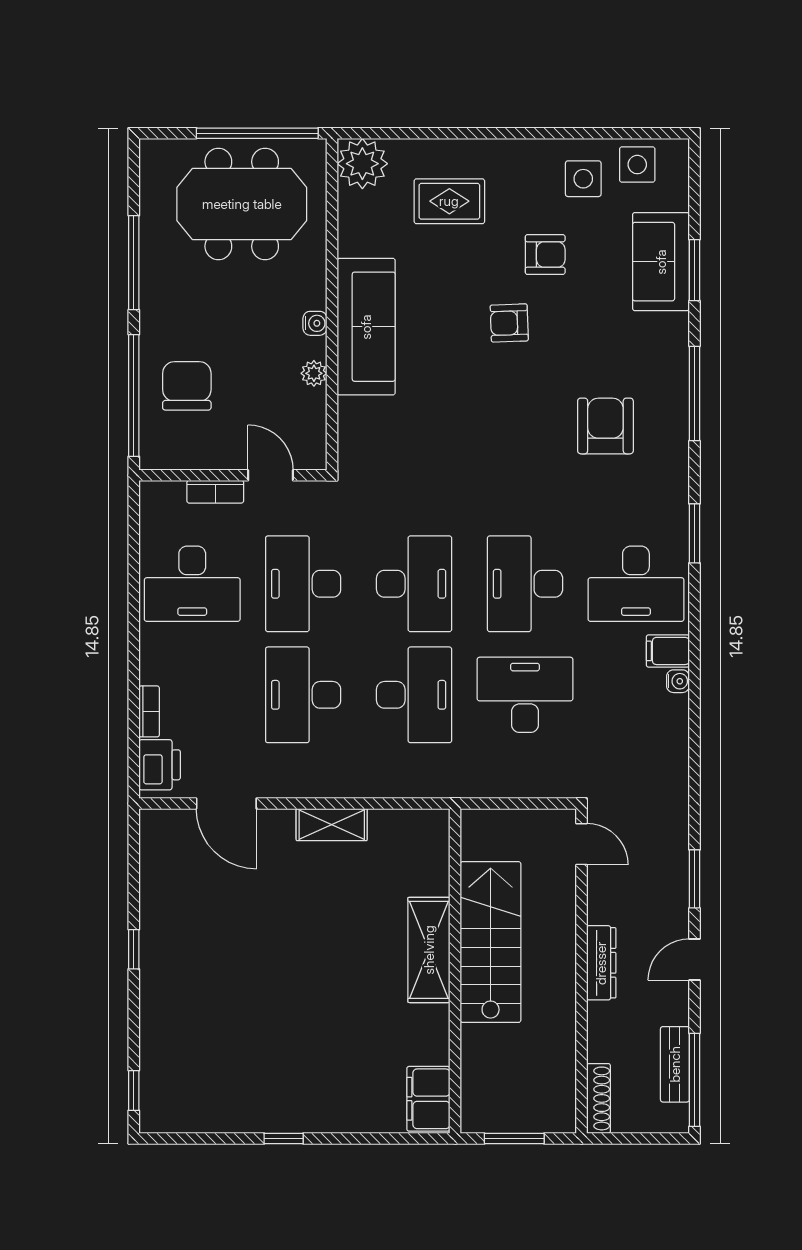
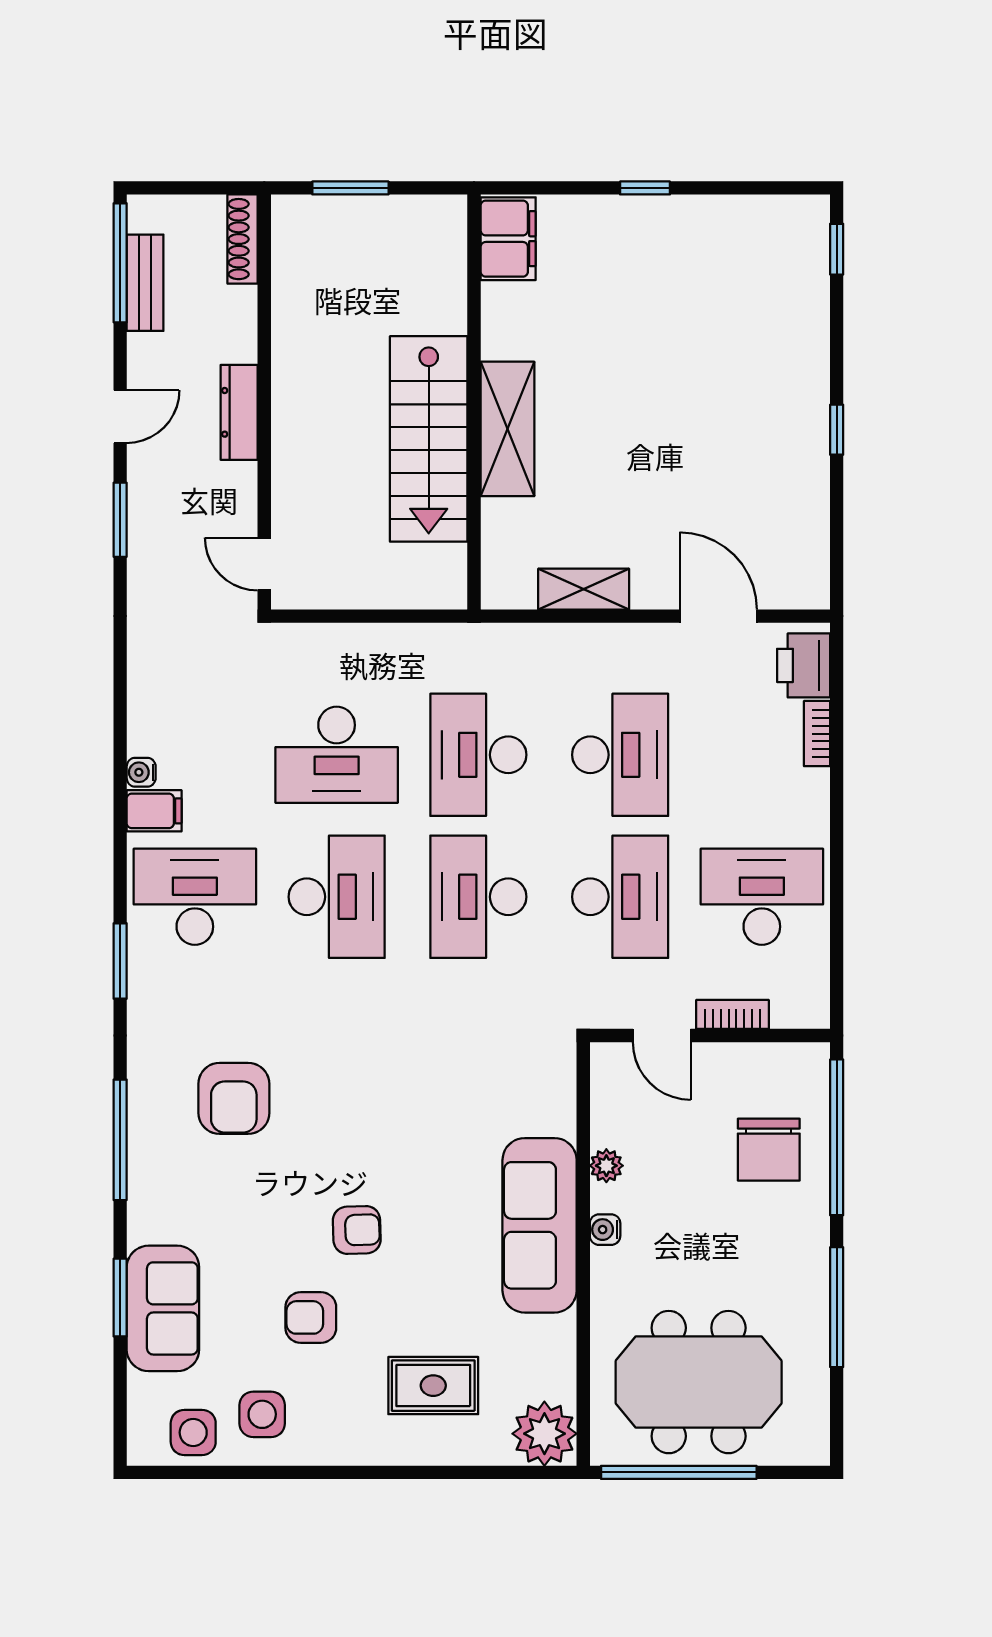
stairs: (491, 942) -> (429, 439), moved
shelving: (429, 950) -> (507, 429), moved
wall: (455, 971) -> (474, 402), moved
filing cabinet: (428, 1099) -> (508, 239), moved

